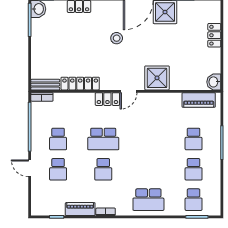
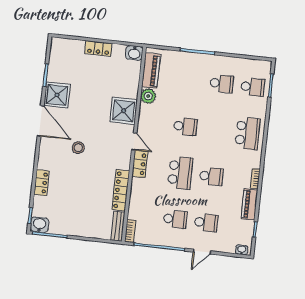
locker: (214, 35) -> (98, 48), moved
plant: (174, 100) -> (148, 96), added
school desk: (194, 139) -> (185, 126), moved
washbasin: (36, 206) -> (242, 250), added

